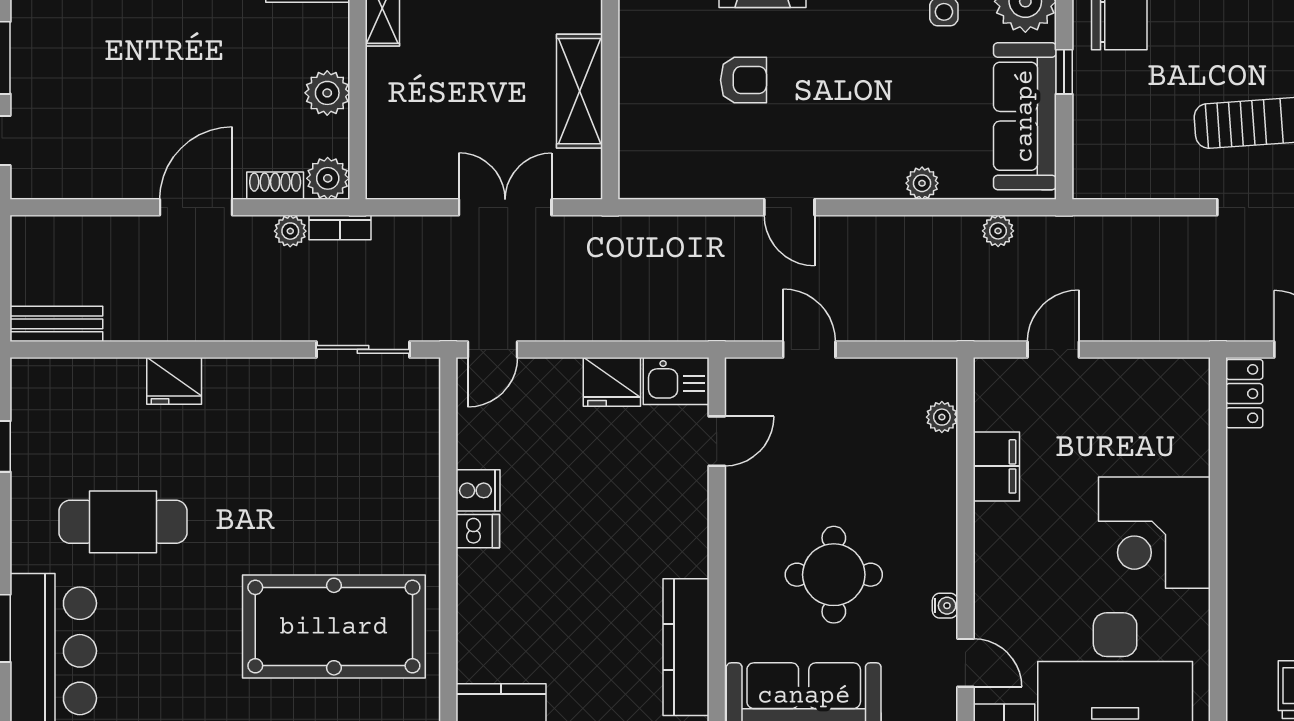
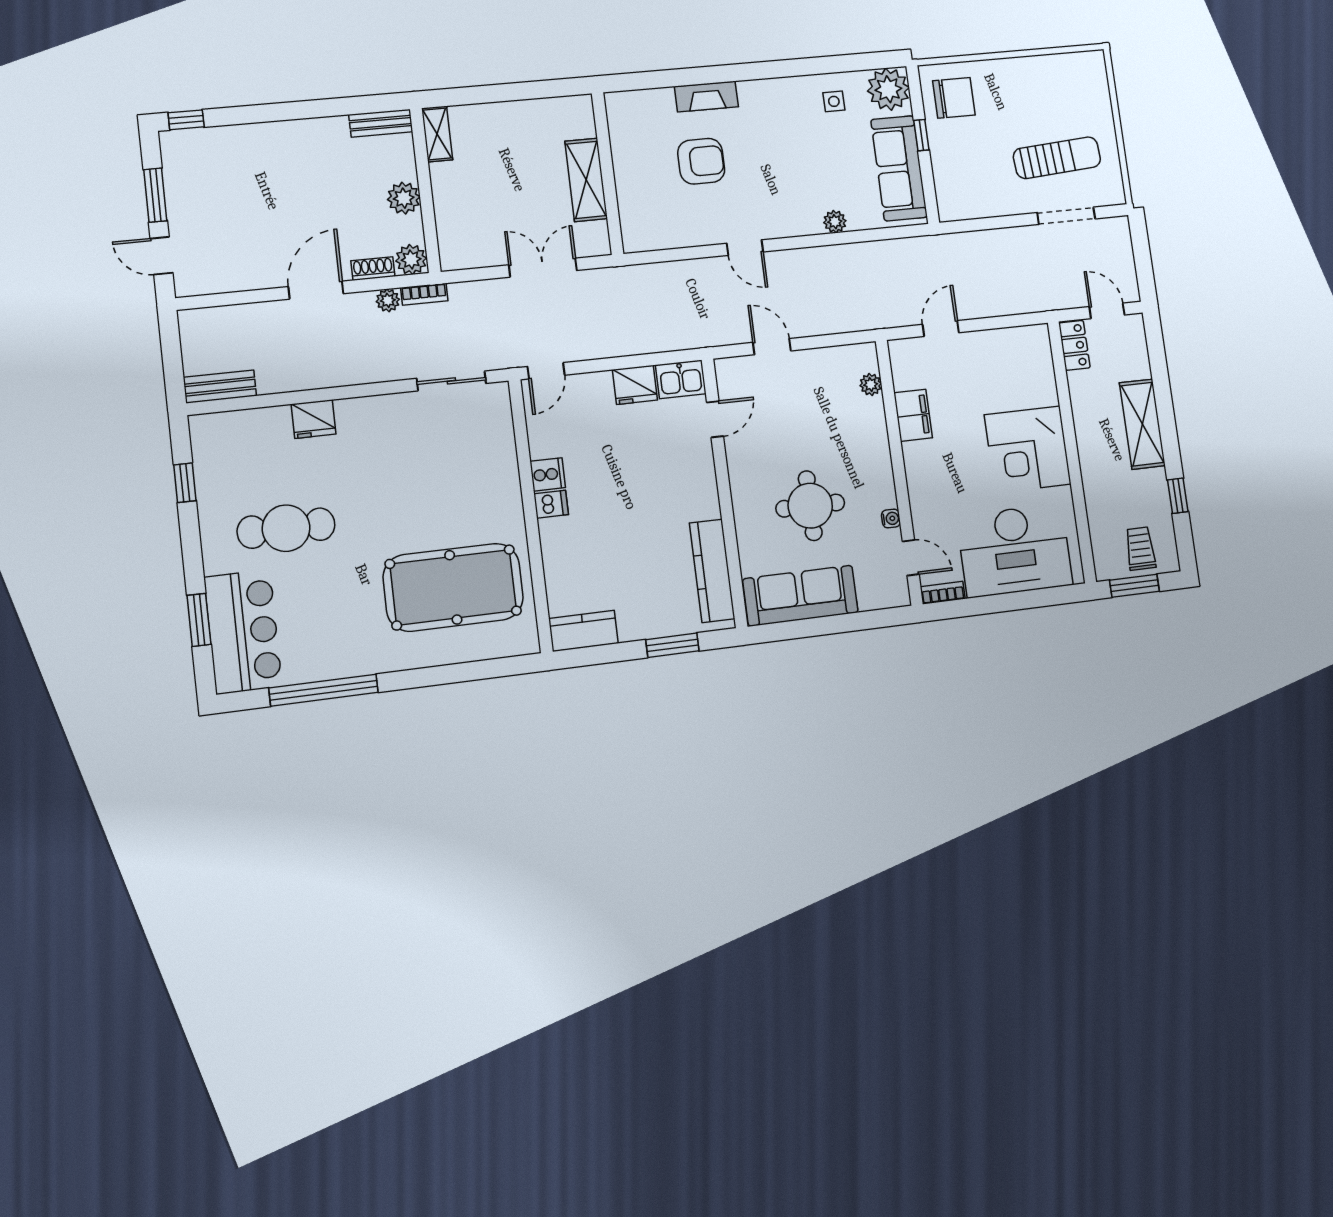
armchair: (744, 80) -> (701, 161), width x1.38, depth x1.38
plant: (998, 231) -> (892, 250), removed

